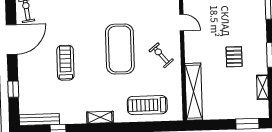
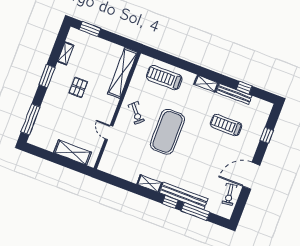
treadmill: (65, 63) -> (226, 125), moved, turned 90
treadmill: (147, 105) -> (164, 78), turned 180
bench: (39, 119) -> (234, 94), moved

